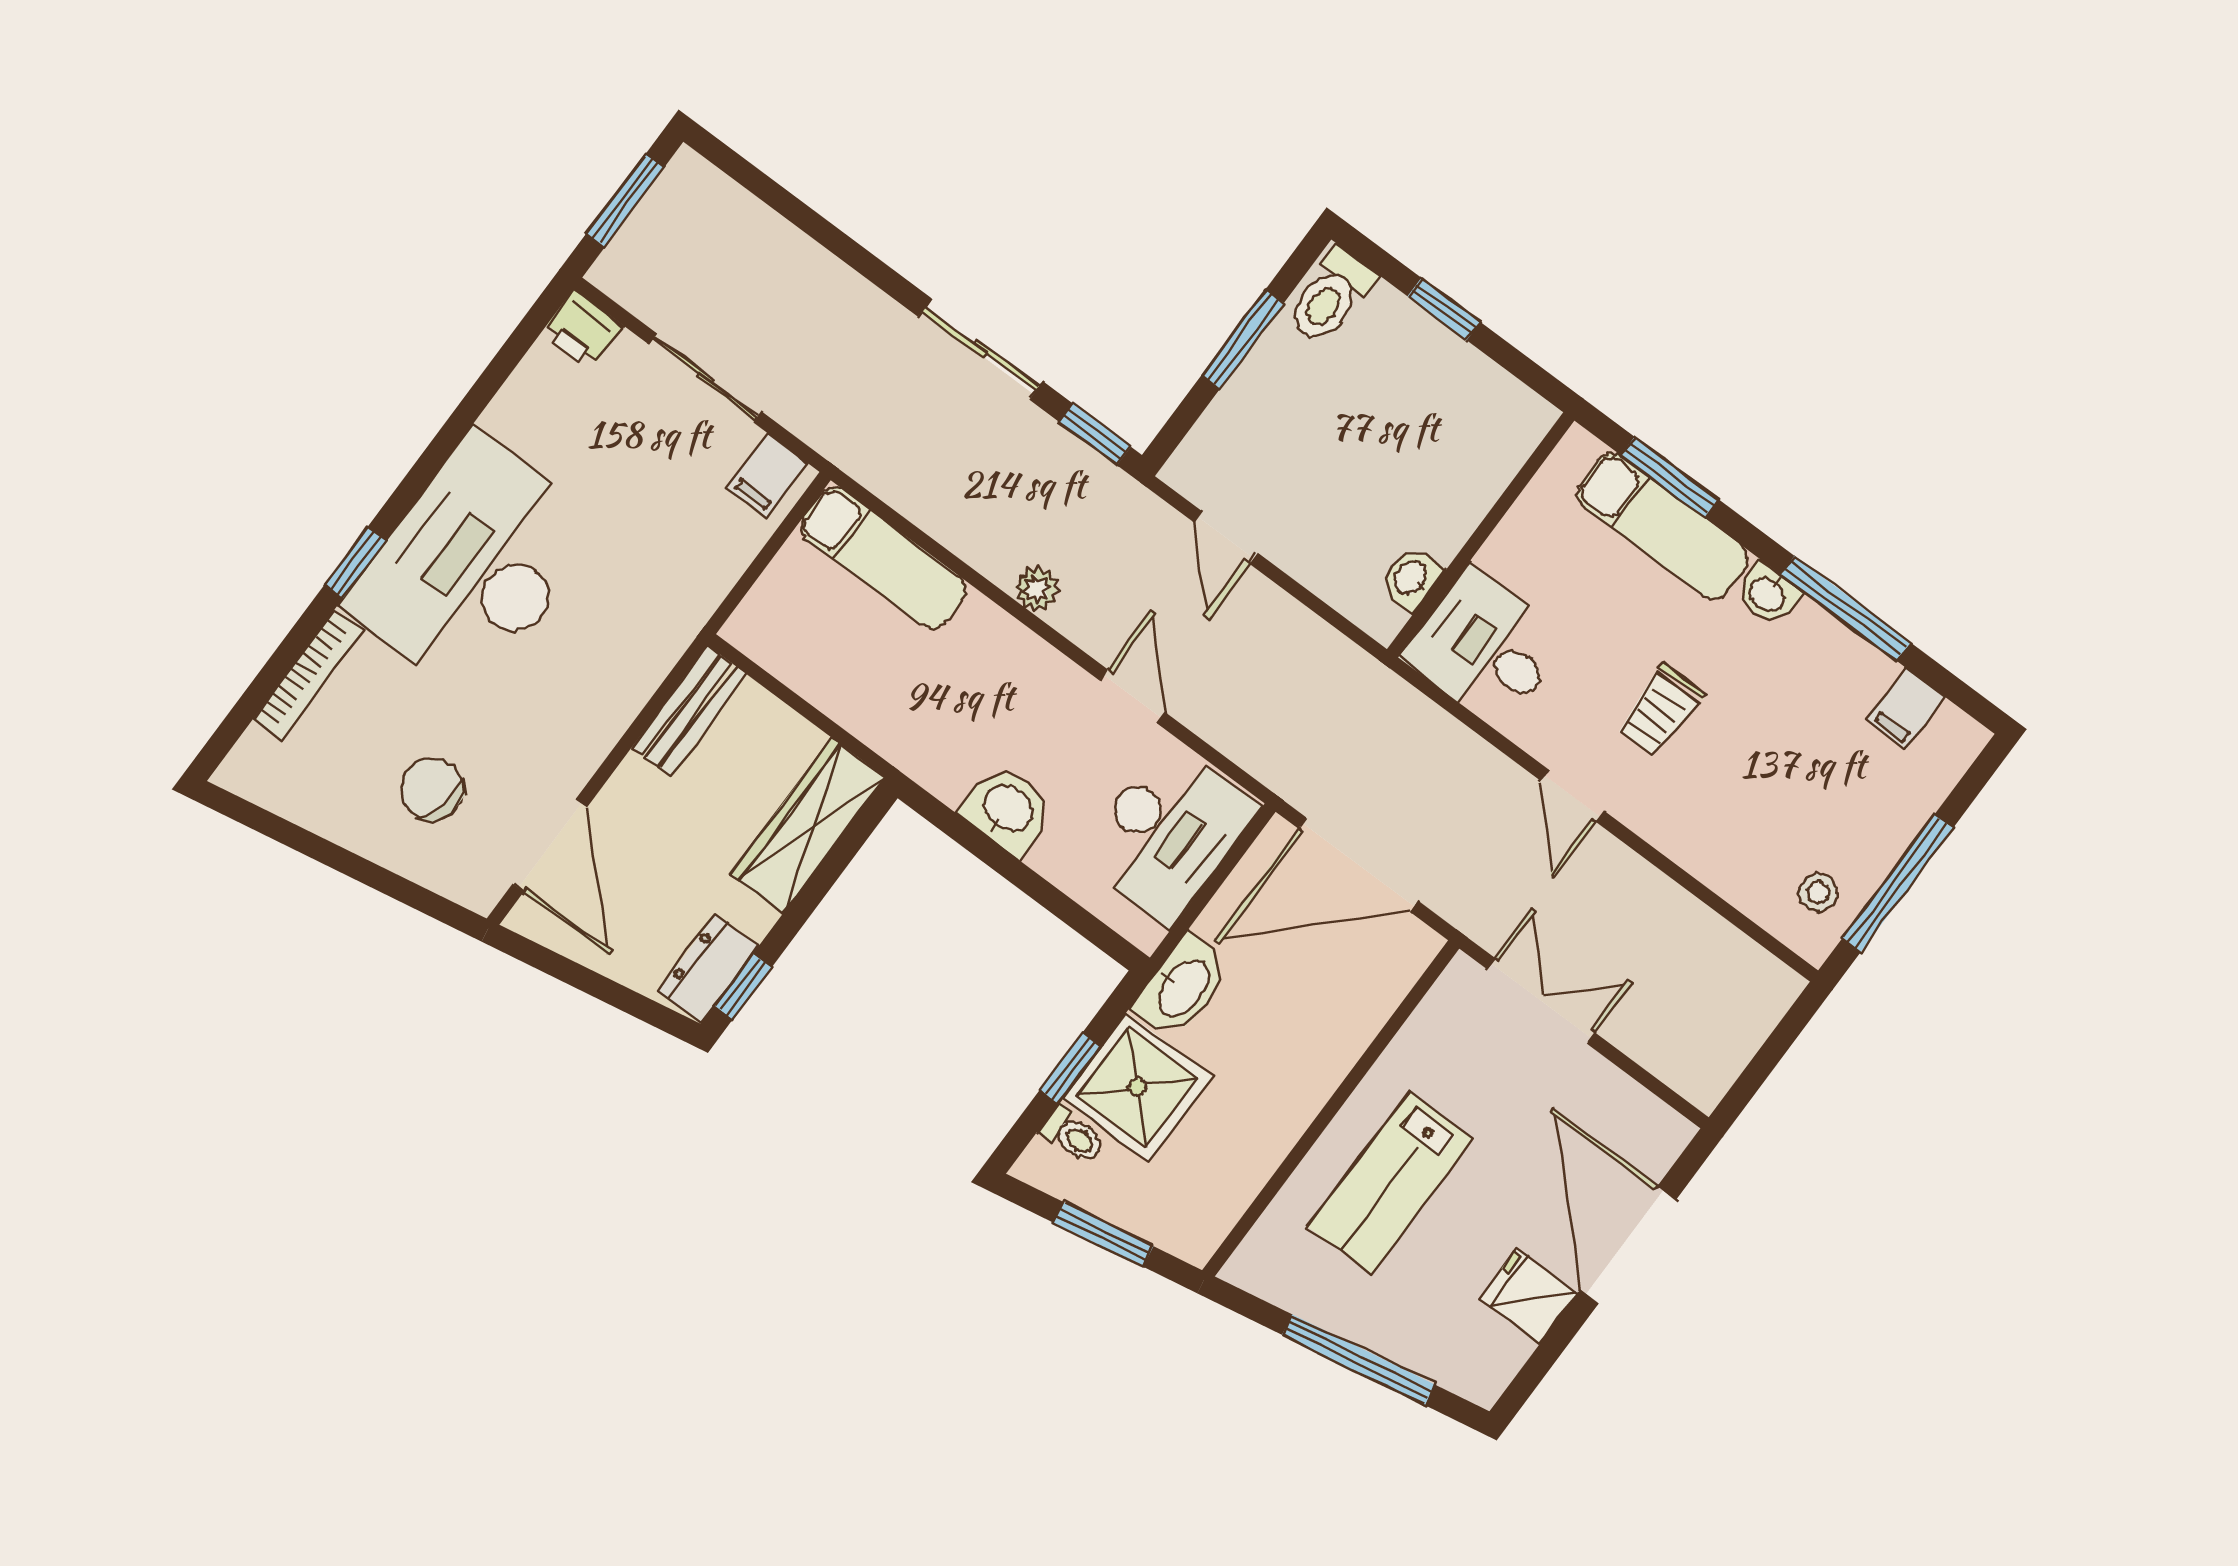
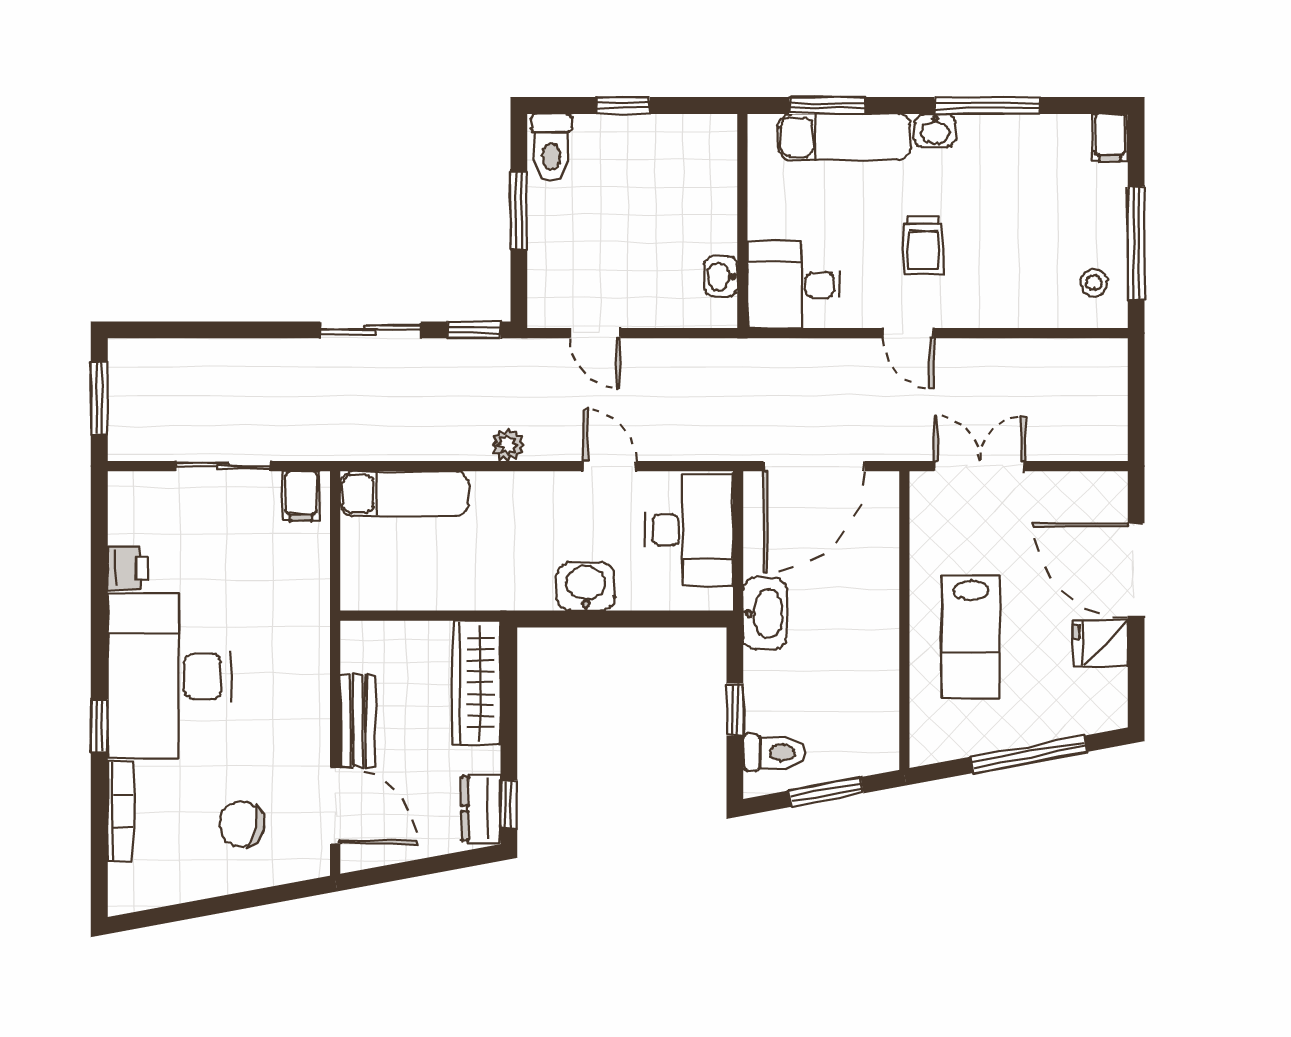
printer: (582, 330) -> (128, 568), moved, turned -90
filing cabinet: (1906, 708) -> (1110, 138), moved
bench: (689, 711) -> (358, 721), moved
shower: (1137, 1087) -> (782, 692), removed
toilet: (1073, 1135) -> (774, 753), width x1.37, depth x1.39

